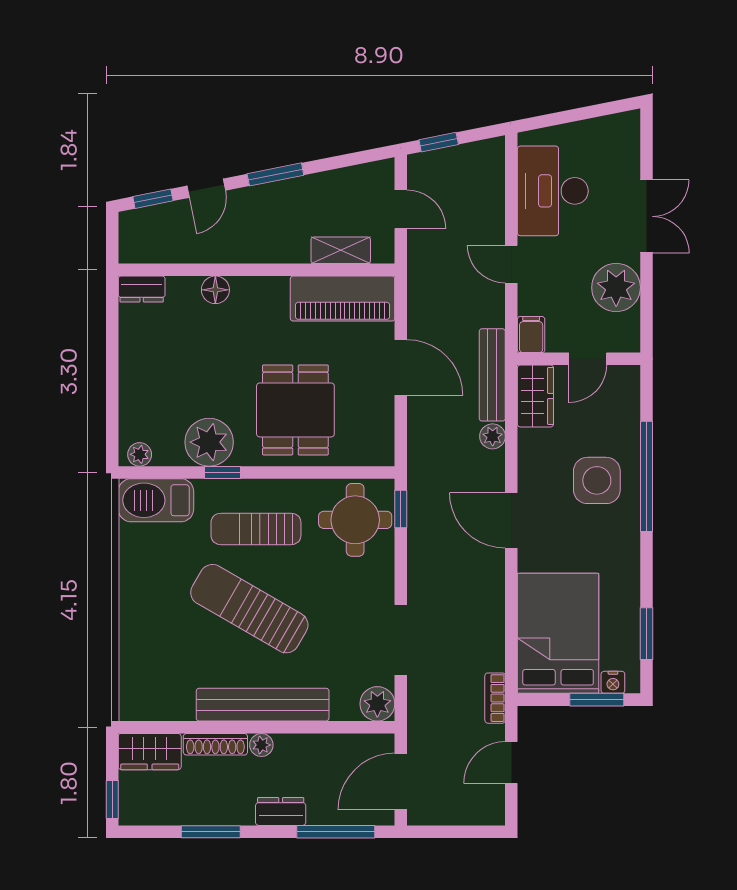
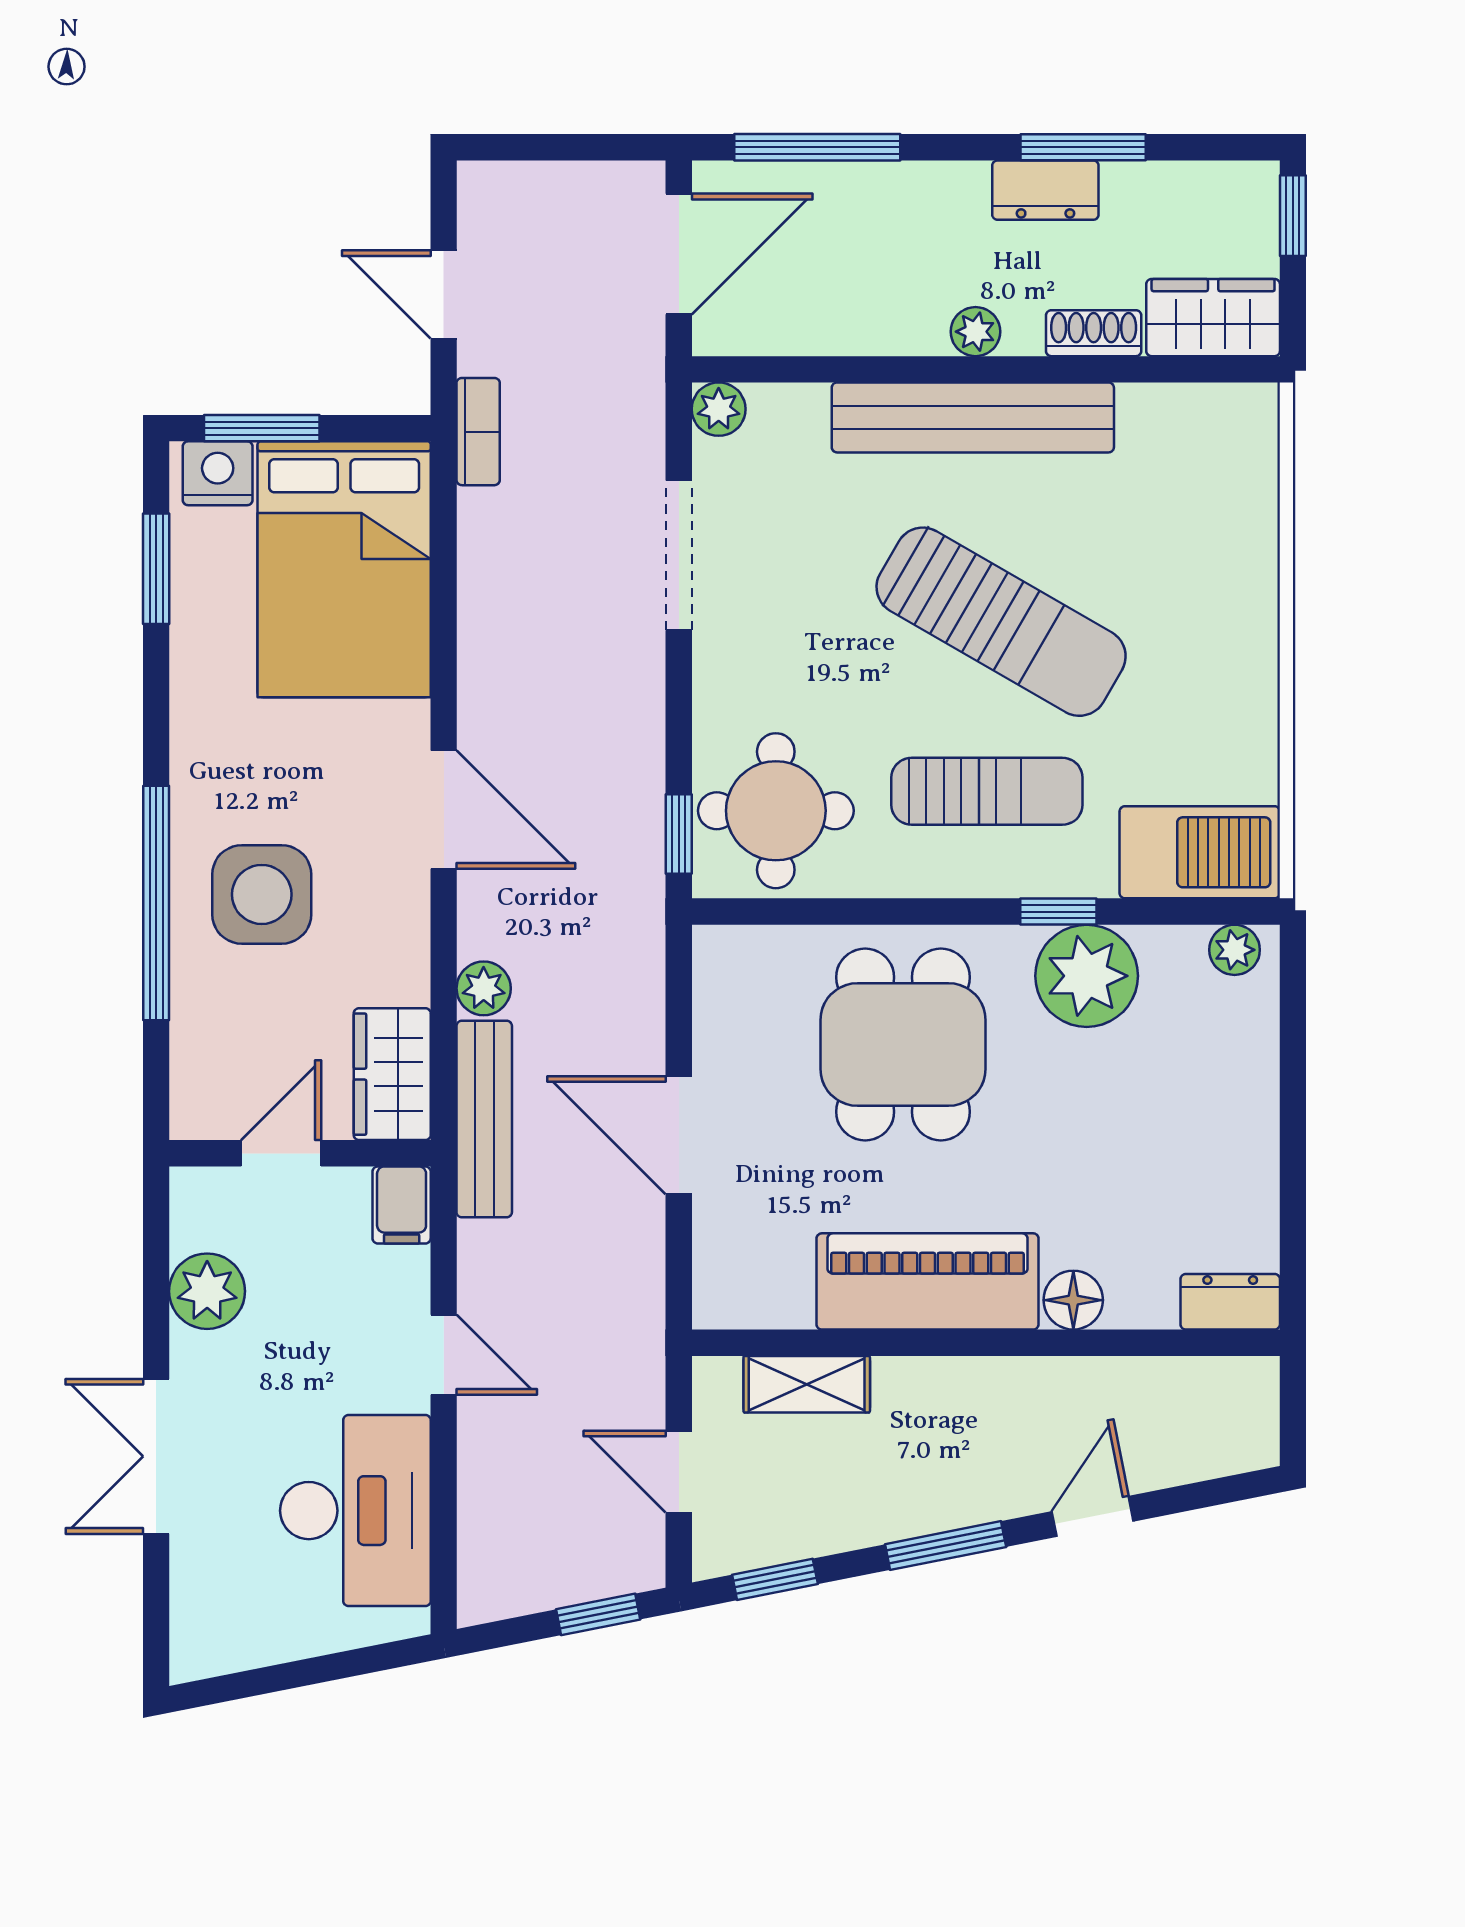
window: (153, 199) -> (775, 1579), moved
plant: (616, 288) -> (207, 1291), width x0.73, depth x0.73
piano: (343, 299) -> (928, 1281), moved
nightstand: (613, 682) -> (218, 473), width x1.39, depth x1.35
plant: (377, 704) -> (719, 409), width x0.73, depth x0.73
shoe rack: (215, 744) -> (1094, 333), width x0.70
door: (511, 762) -> (444, 294), swing flipped
dresser: (281, 811) -> (1045, 190), moved

